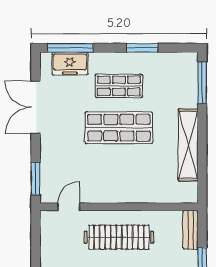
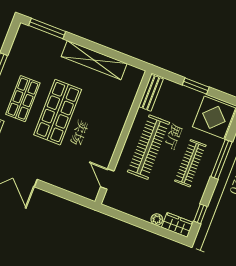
window: (36, 179) -> (73, 198), removed
bench: (191, 230) -> (151, 93), moved, turned 90

